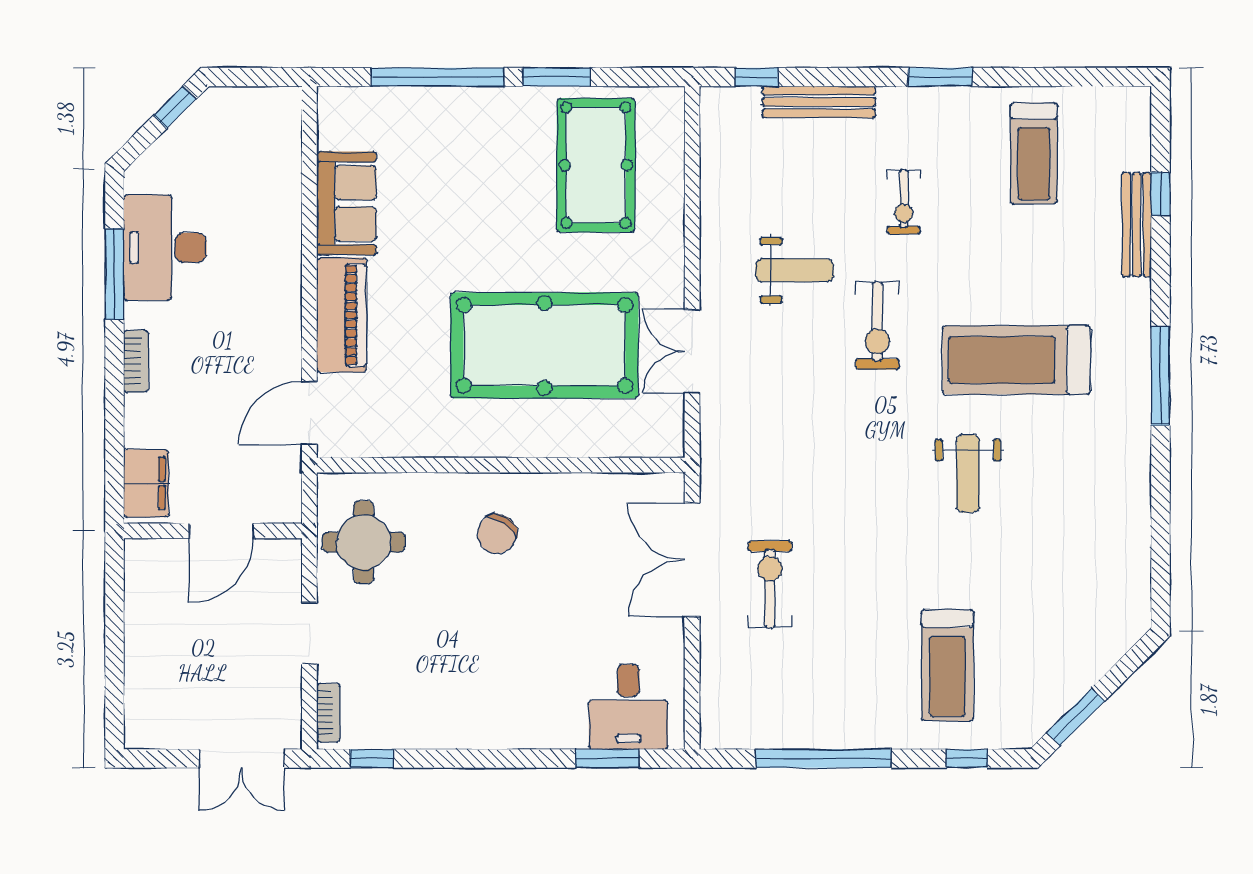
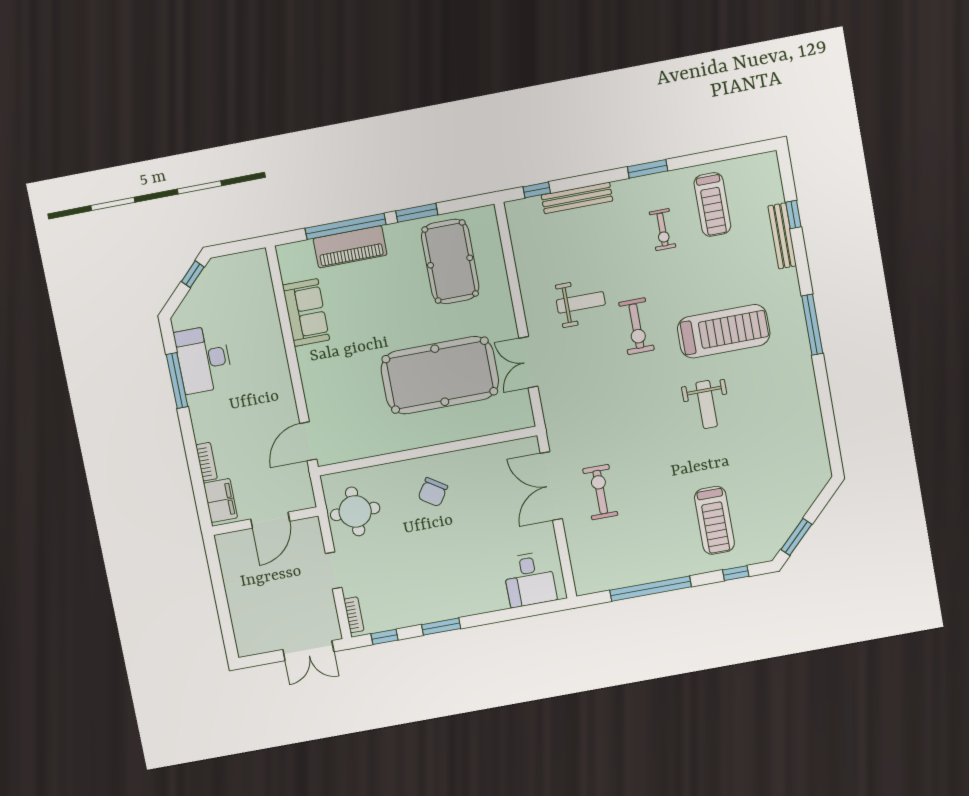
exercise bike: (904, 202) -> (662, 230), moved
piano: (342, 315) -> (350, 247), moved, turned 90
treadmill: (1016, 360) -> (724, 331), turned 180
bookcase: (136, 361) -> (206, 462), moved
window: (607, 759) -> (441, 627), moved

